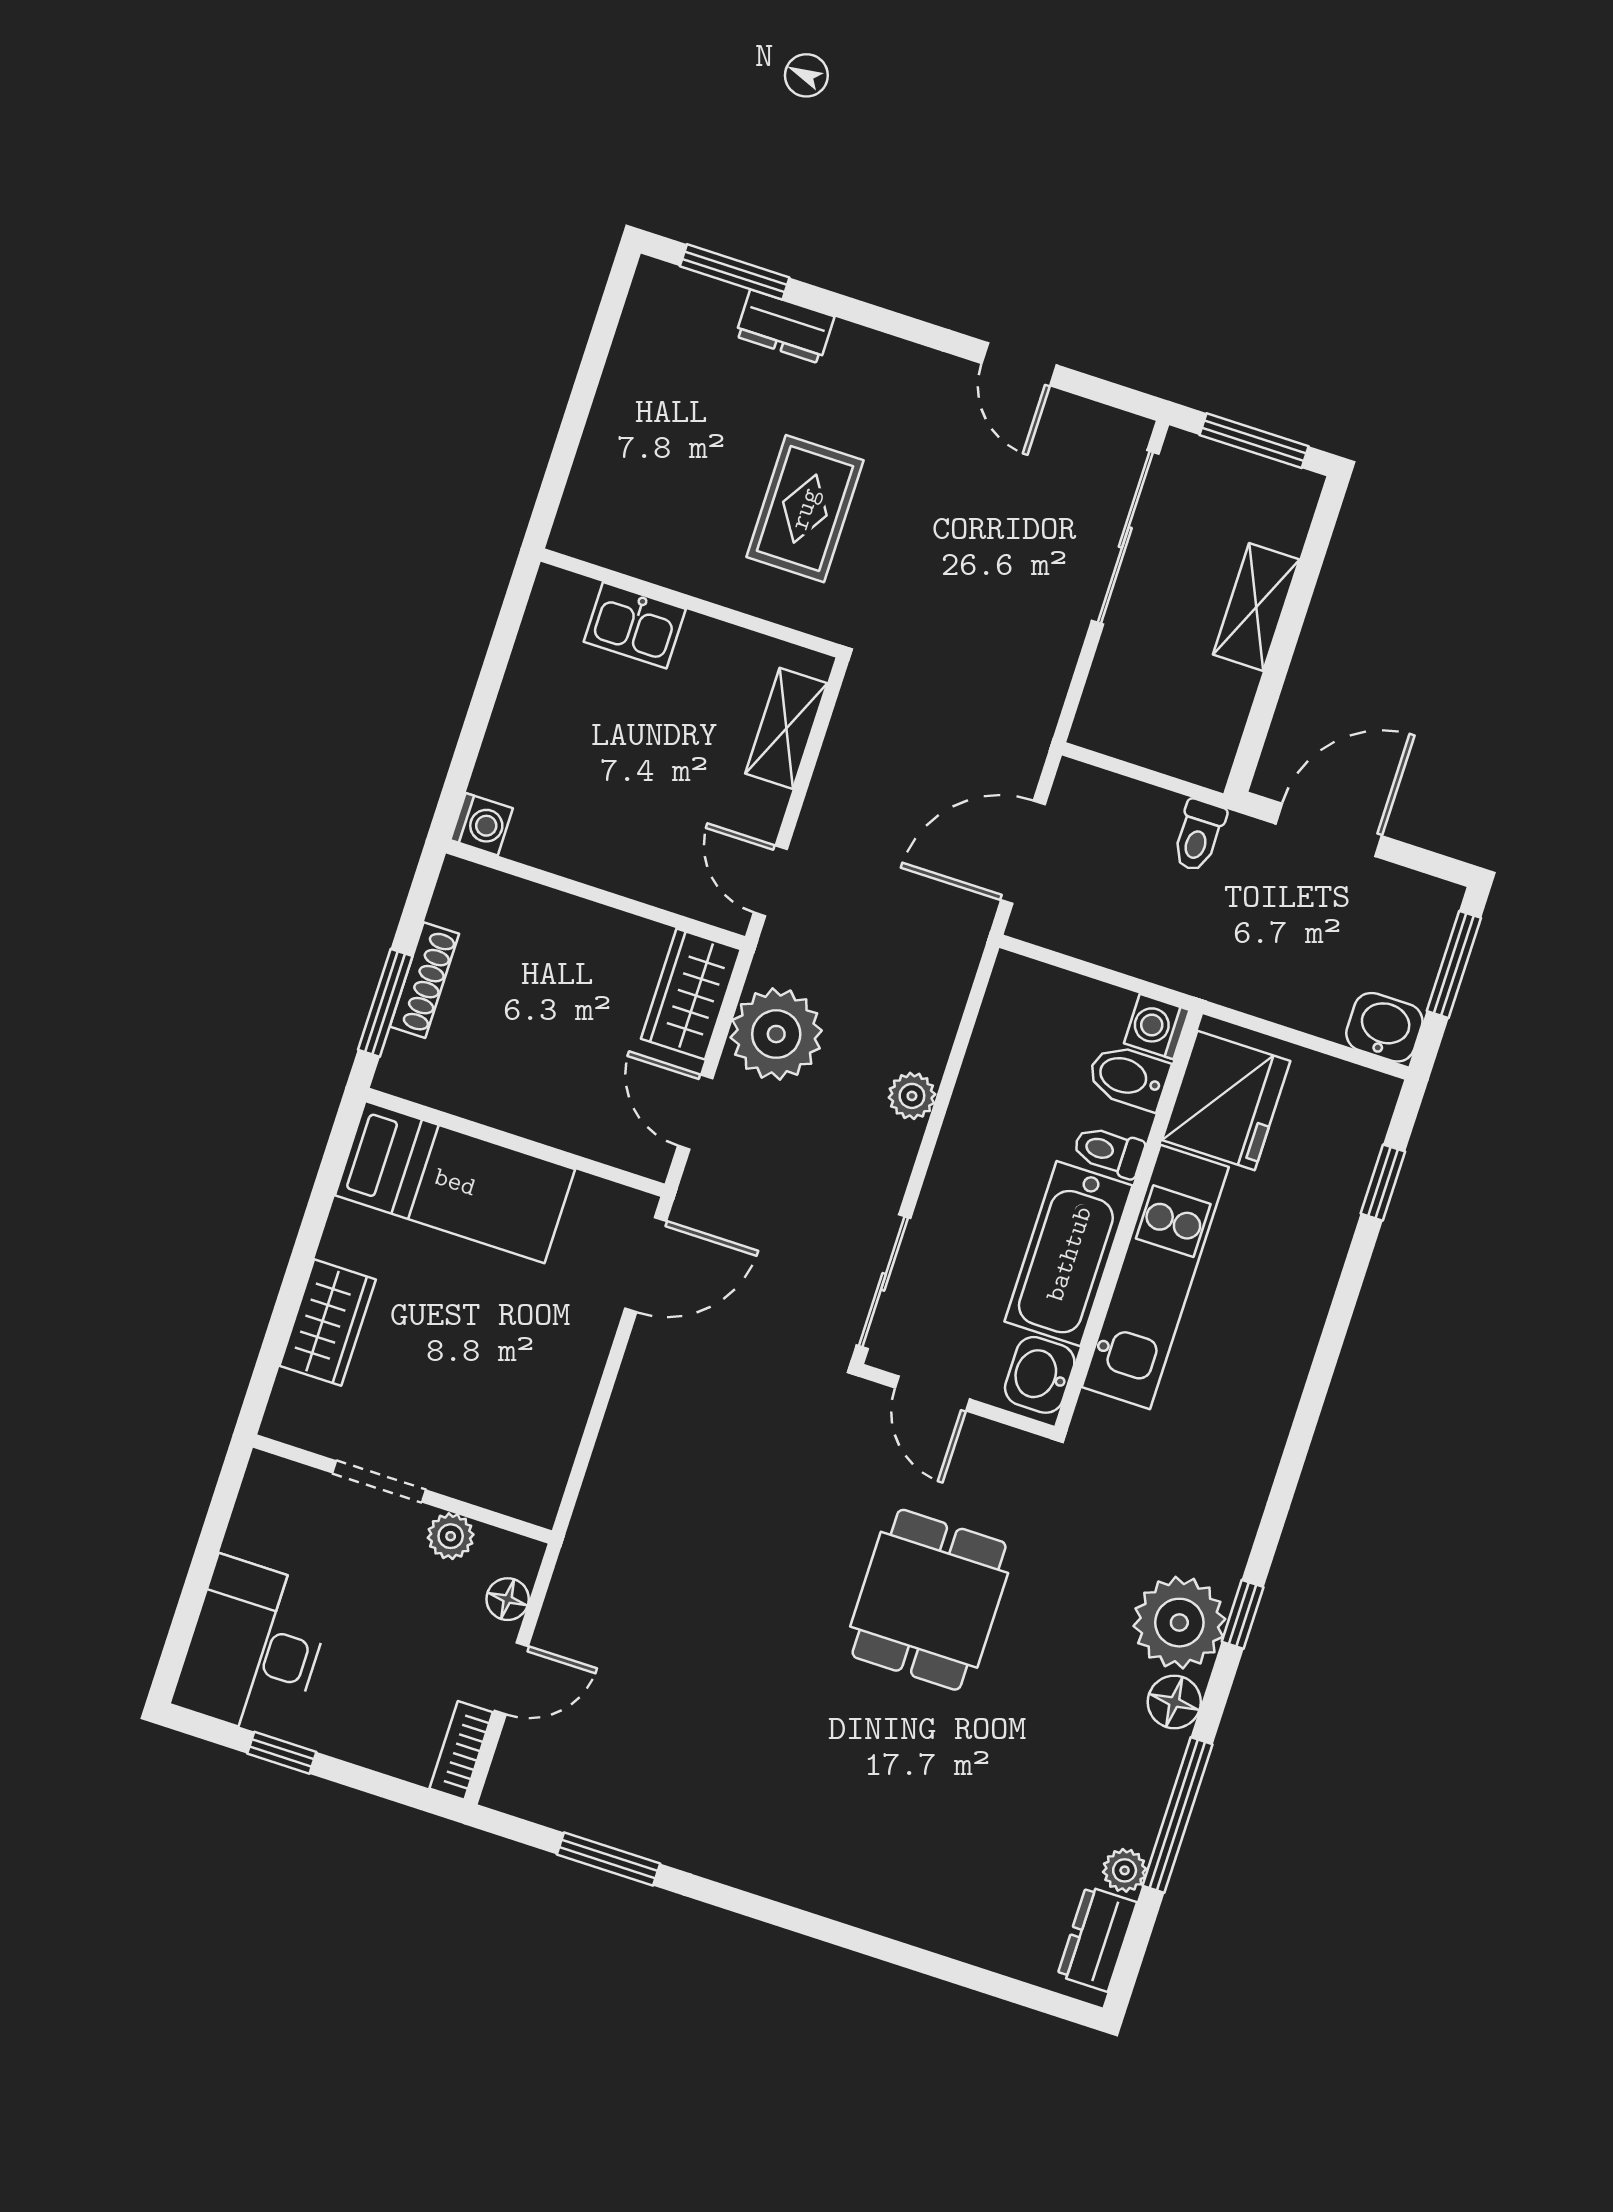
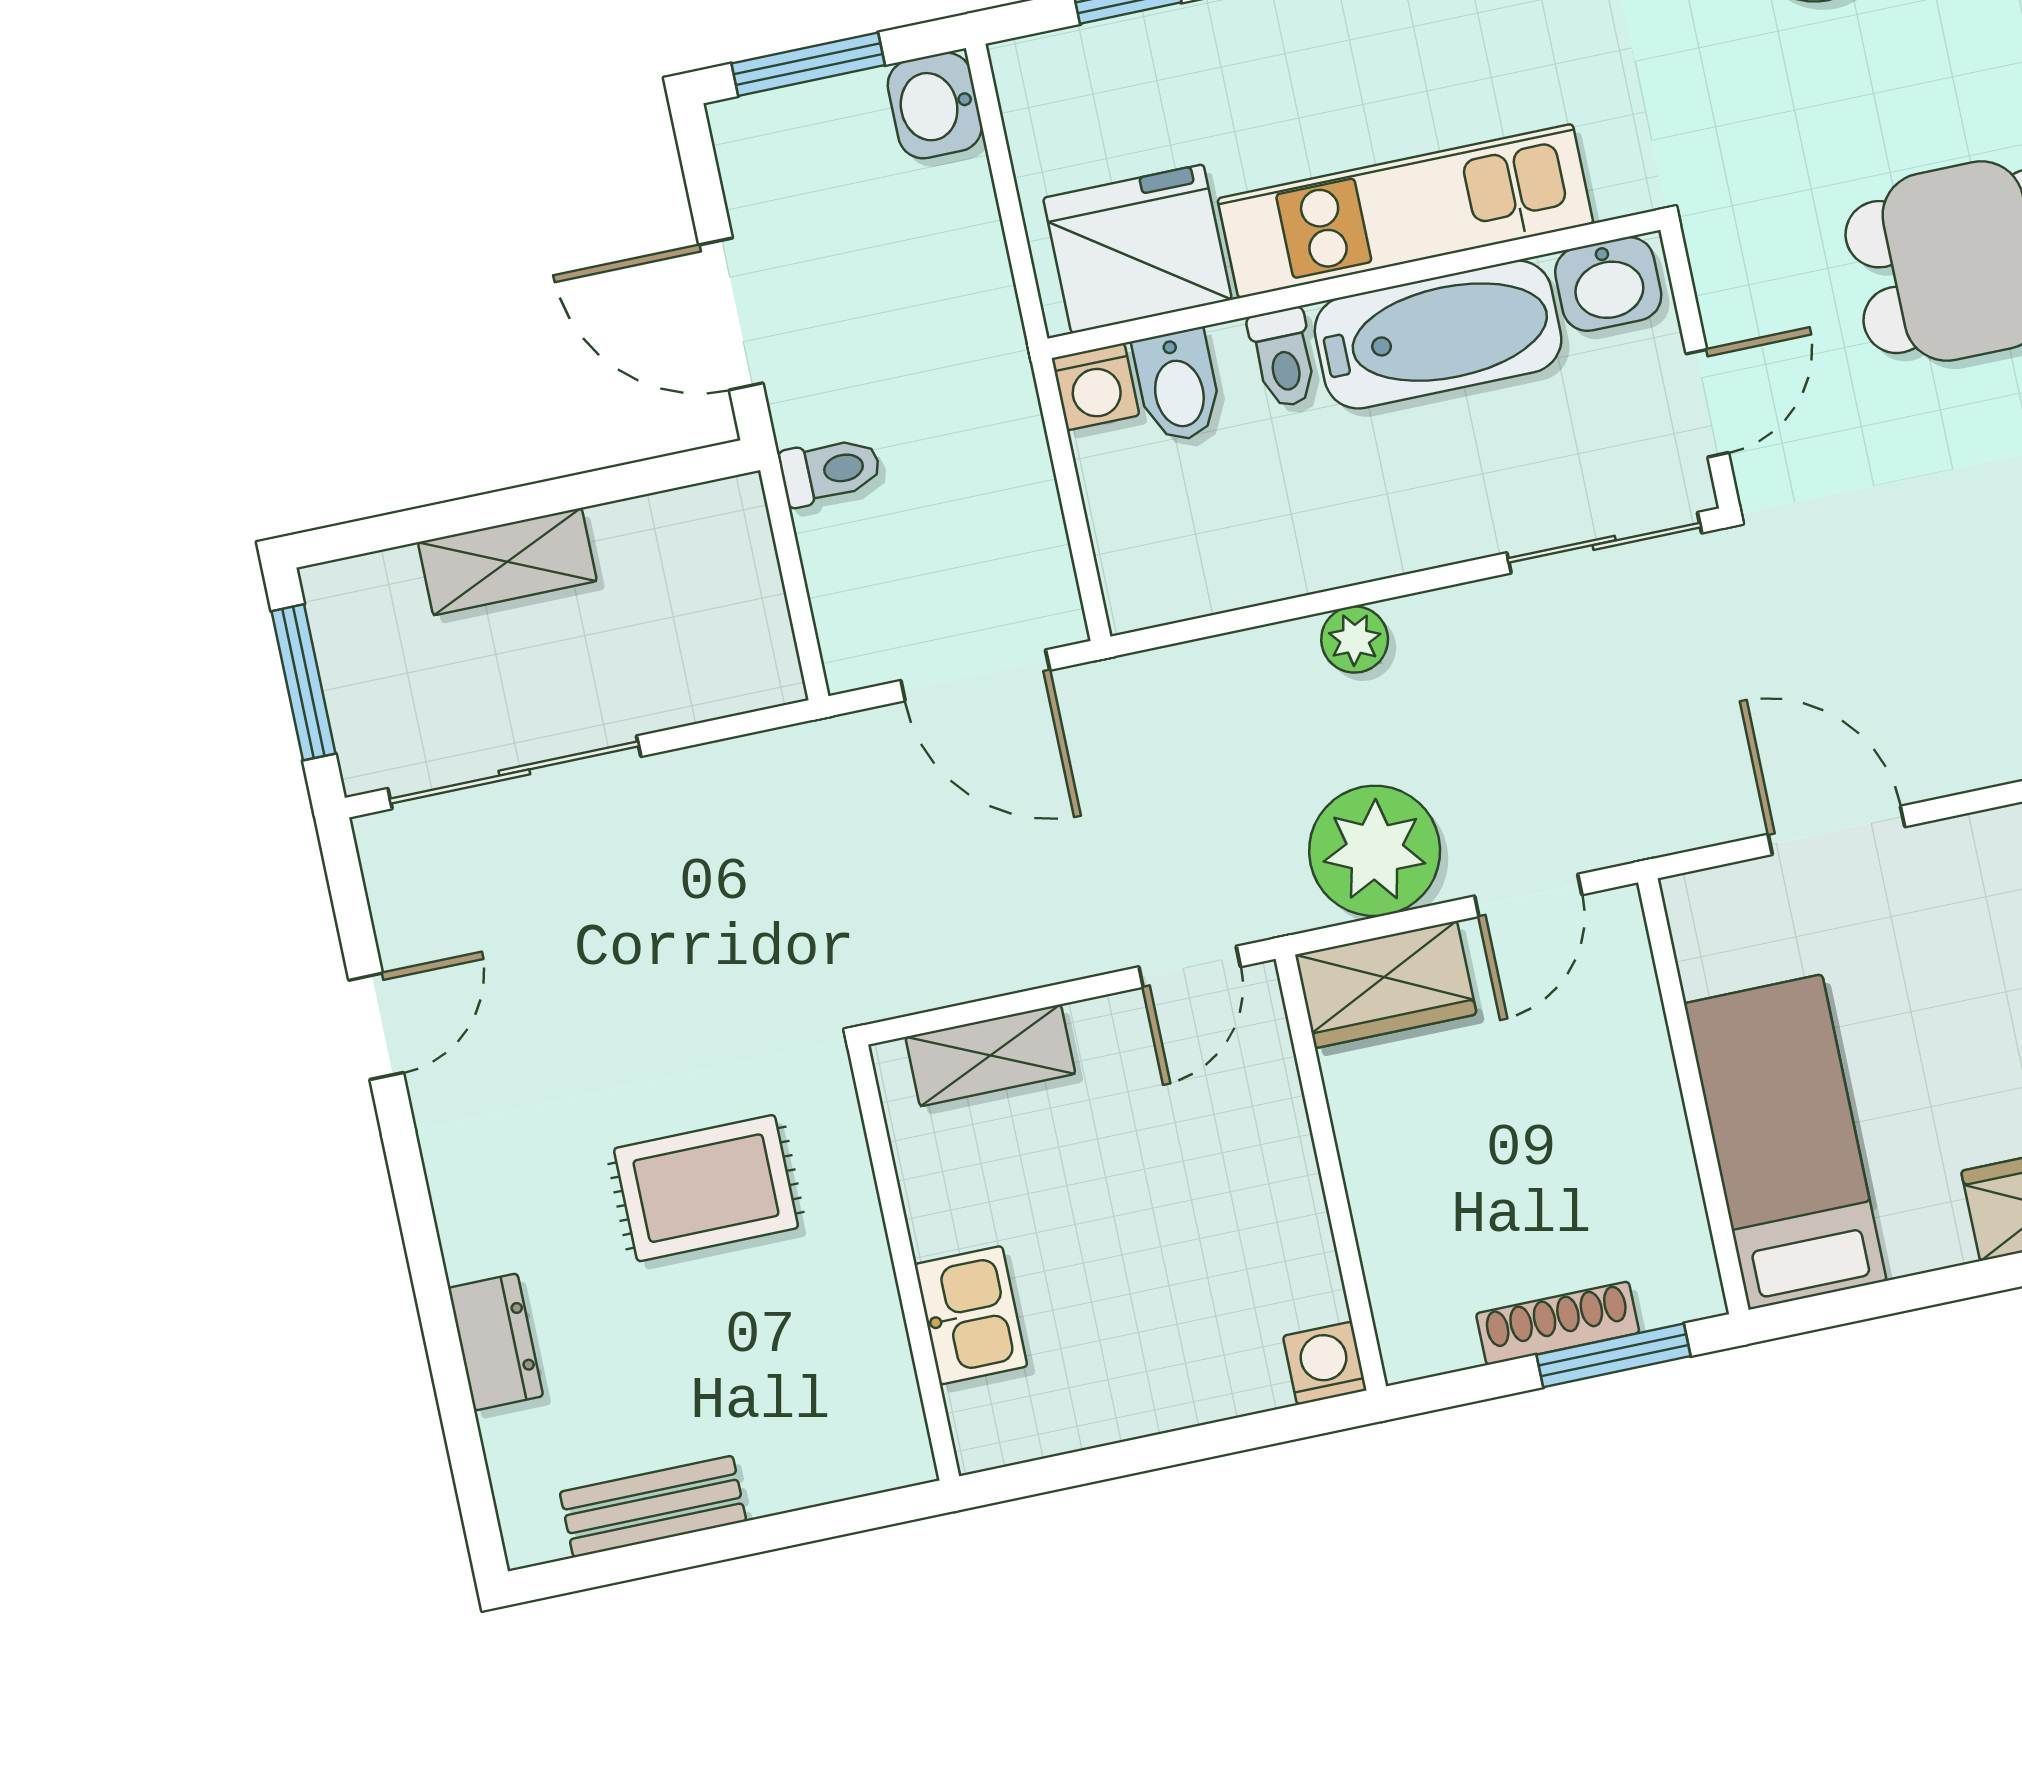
window: (735, 272) -> (464, 1443), removed
bench: (630, 365) -> (653, 1506), added
door: (646, 1265) -> (1836, 830), moved

